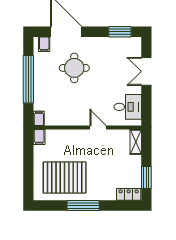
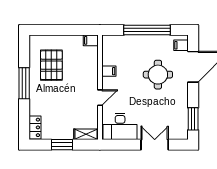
desk: (128, 107) -> (120, 126), width x1.37
filing cabinet: (39, 118) -> (109, 71), moved
window: (146, 177) -> (62, 145), moved
pallet: (65, 178) -> (51, 65), width x0.73, depth x0.71

